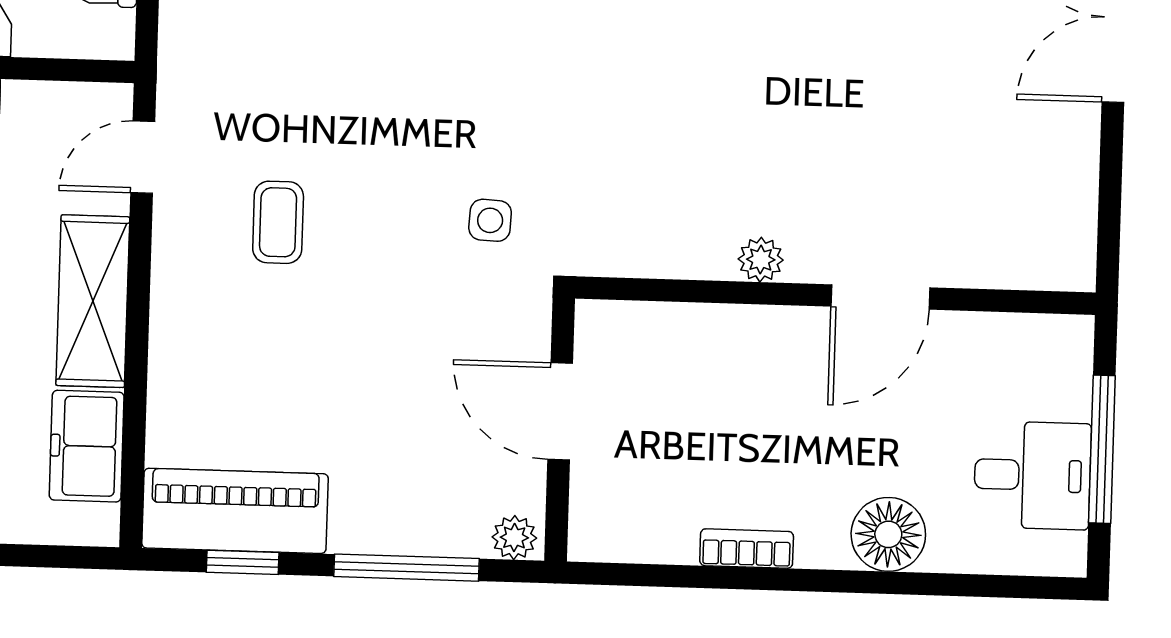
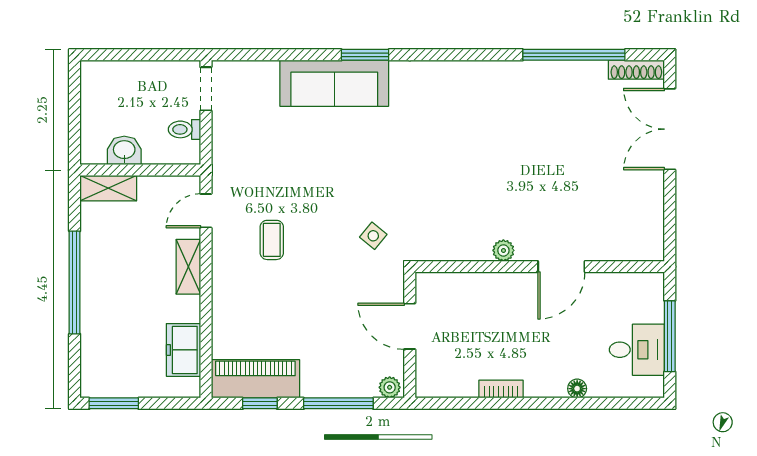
side table: (490, 220) -> (373, 236), turned 36
shelving: (93, 301) -> (188, 267), width x0.67, depth x0.75
floor lamp: (888, 534) -> (577, 389), width x0.53, depth x0.53

